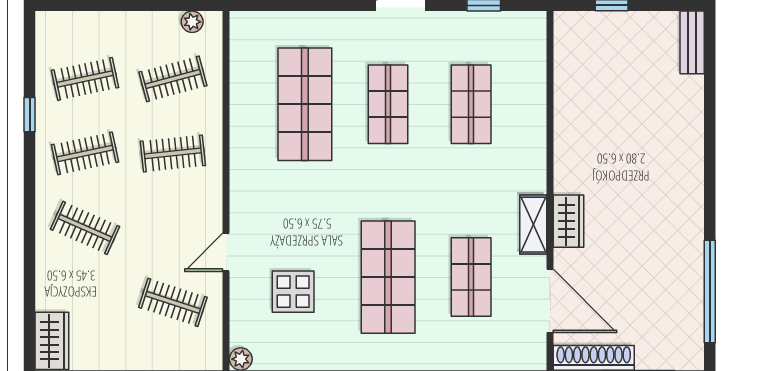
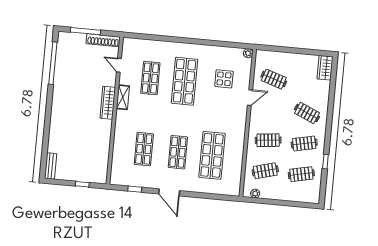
wardrobe: (569, 221) -> (108, 103), width x1.50
door: (550, 301) -> (119, 65), width x0.53

